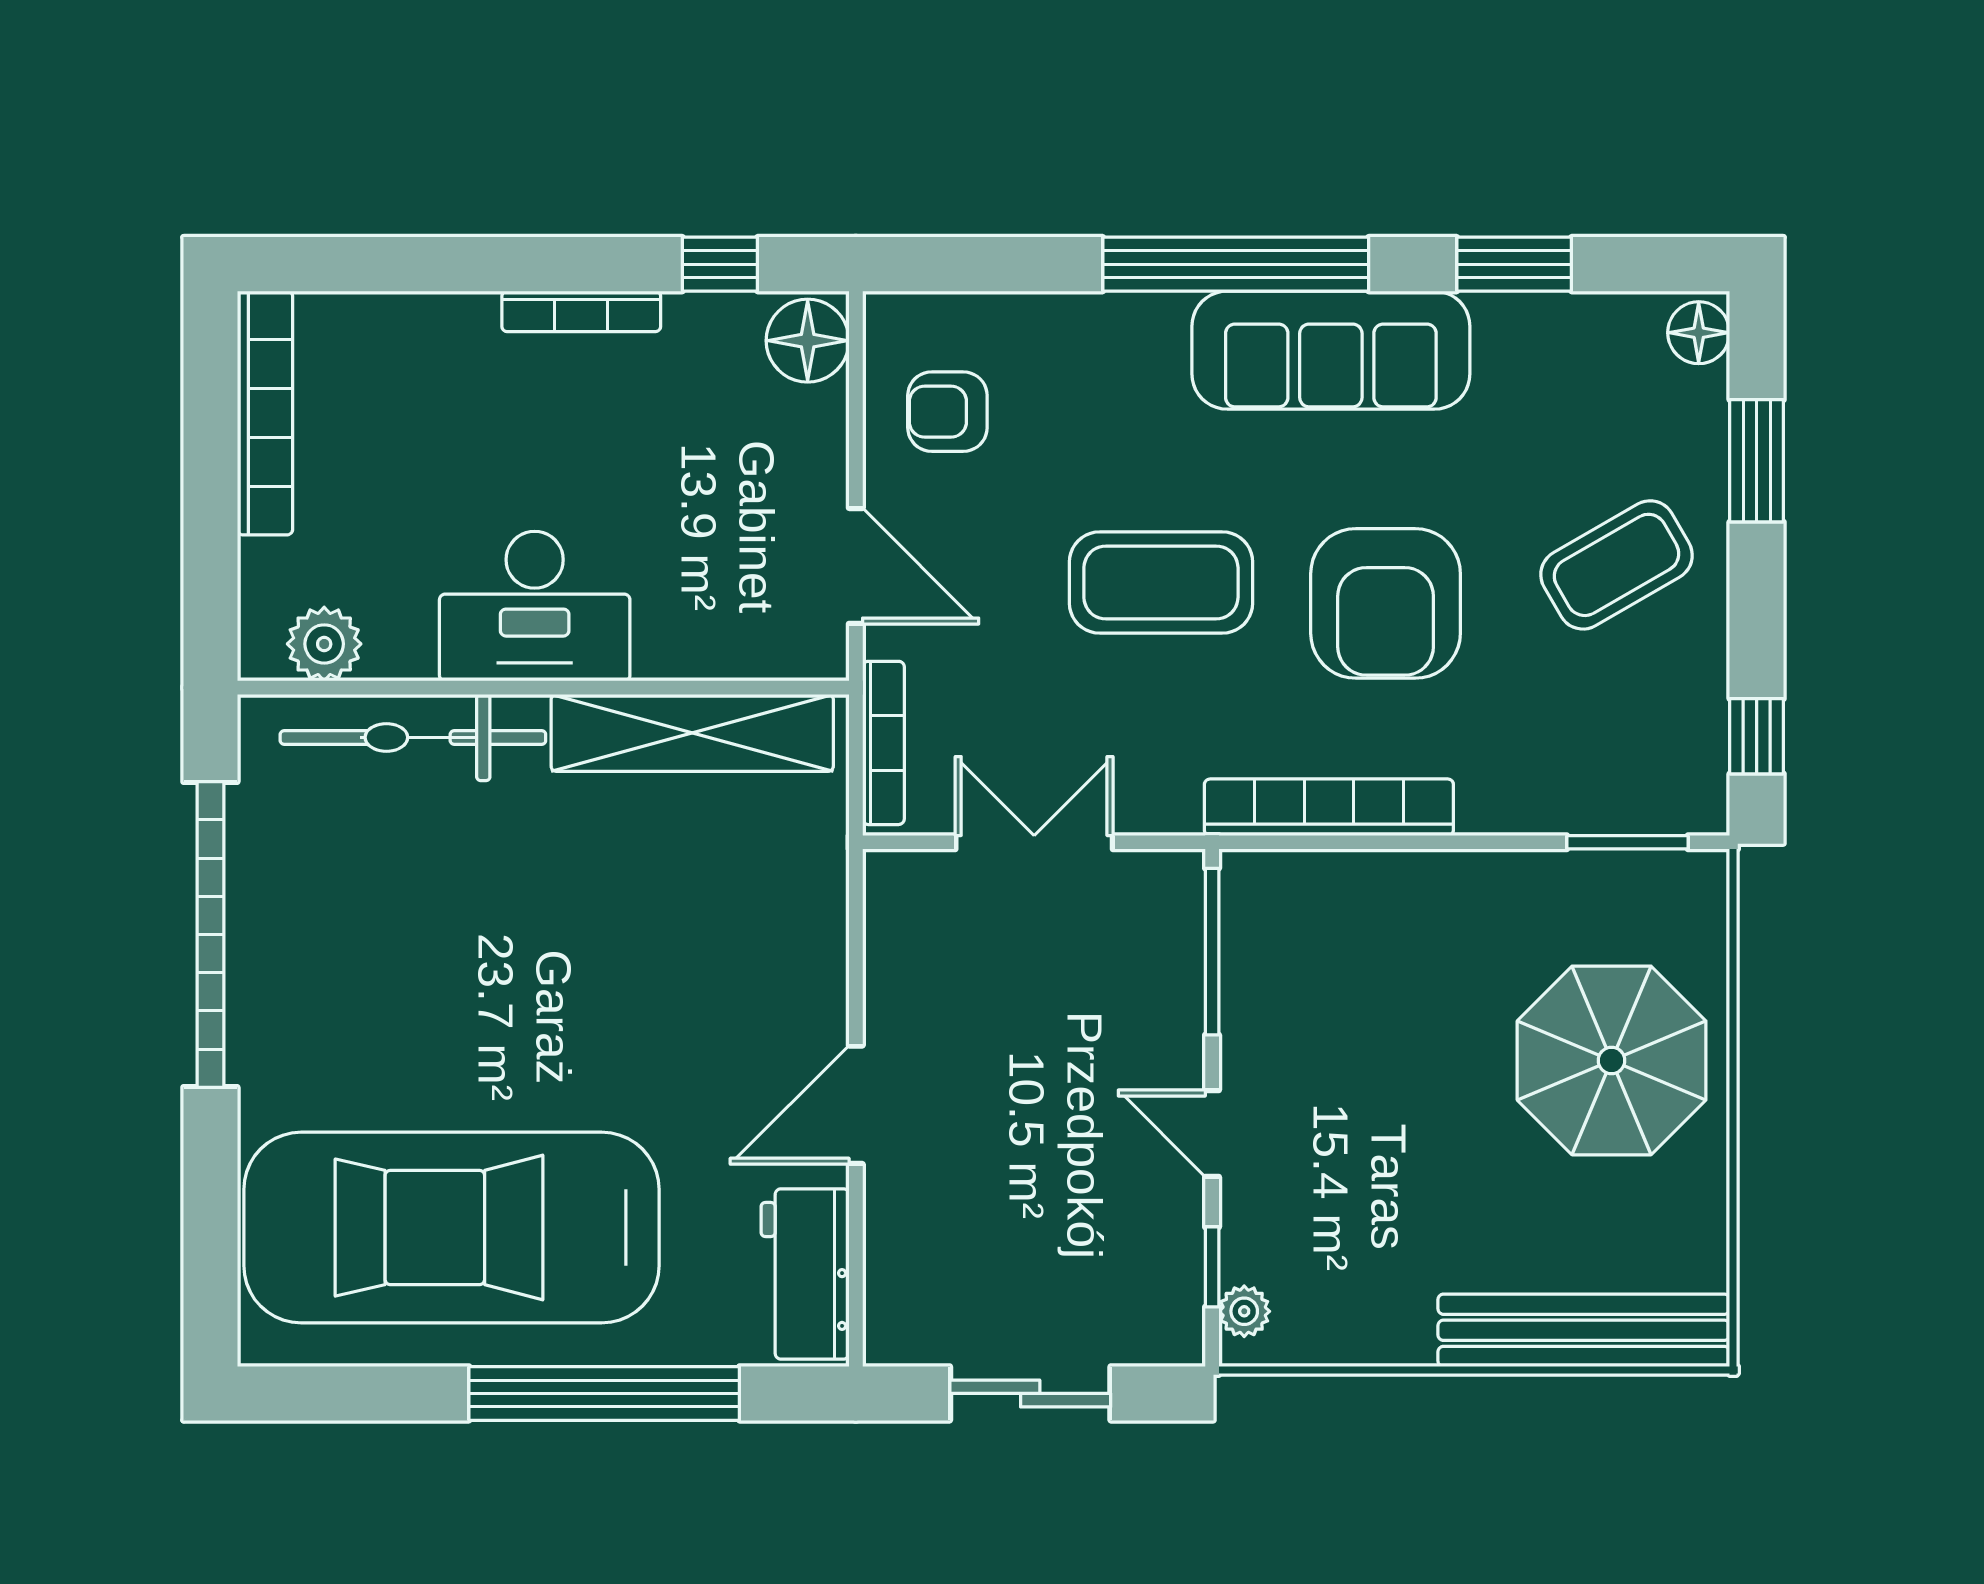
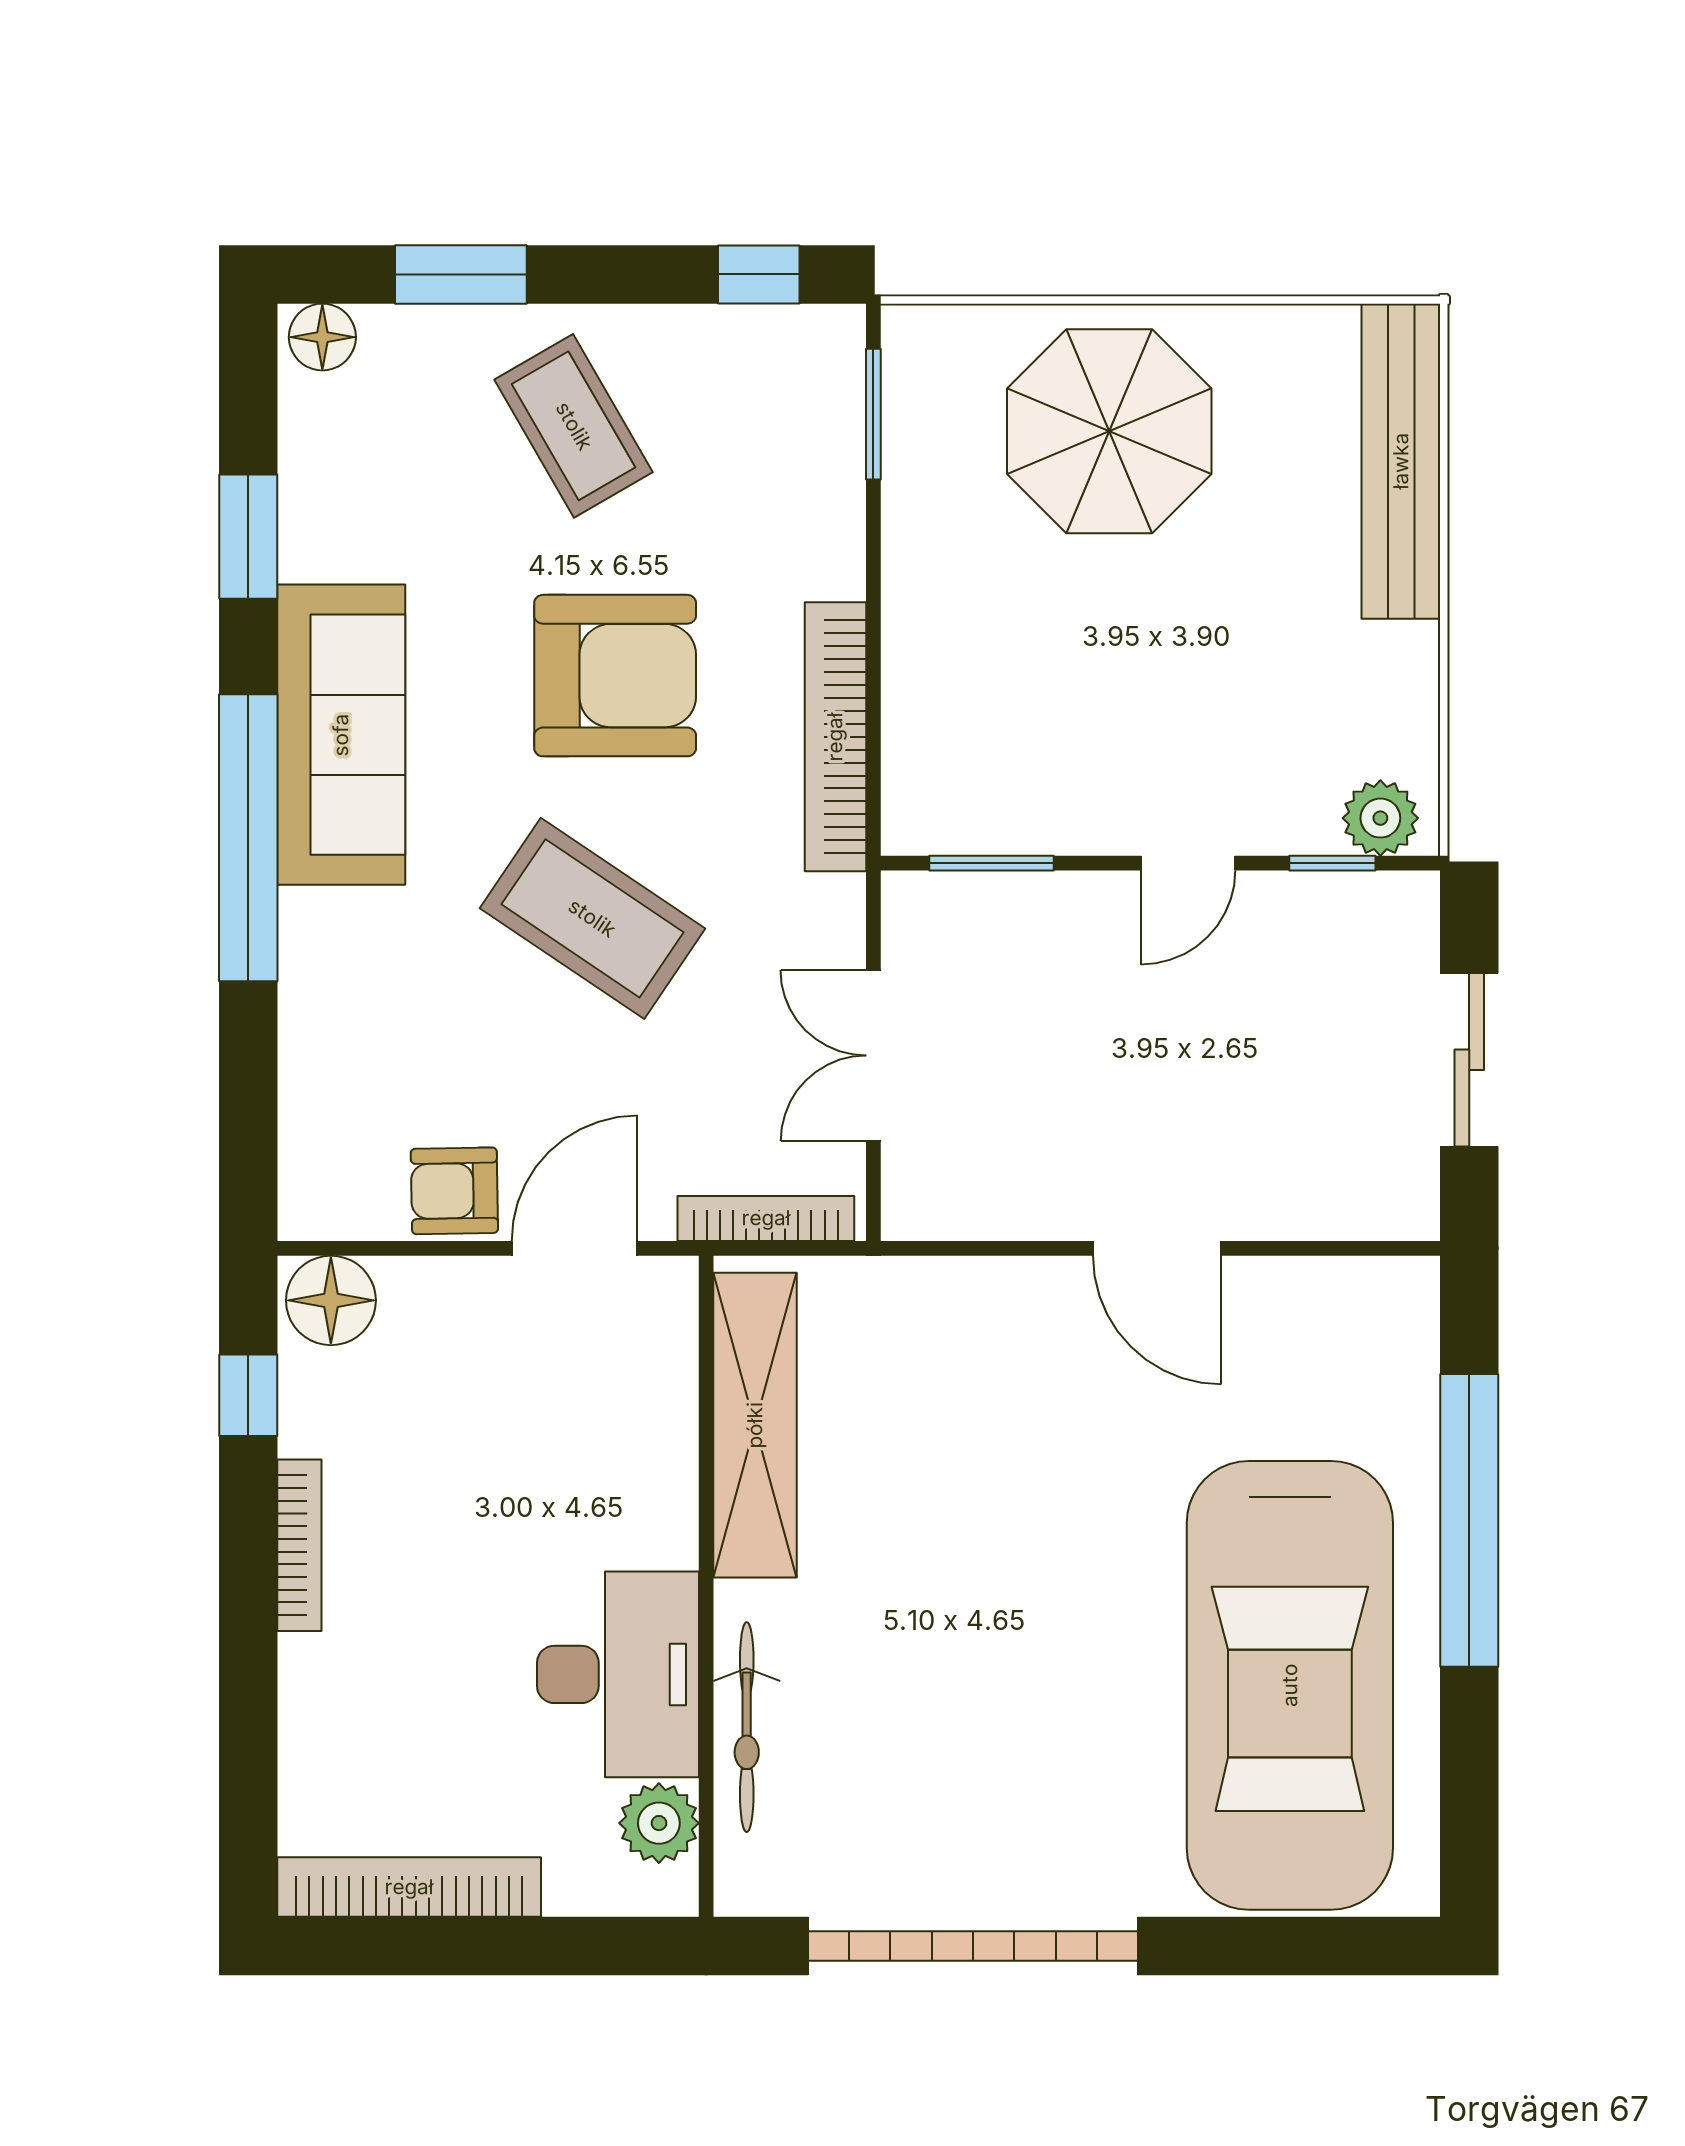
armchair: (947, 412) -> (454, 1191), moved, turned 89
coffee table: (1161, 583) -> (592, 918), turned -56
desk: (535, 606) -> (618, 1674), moved
bicycle: (413, 737) -> (747, 1727), width x0.73, depth x0.71
window: (1212, 952) -> (992, 863), width x0.69
workbench: (805, 1274) -> (1340, 1303), removed
plant: (1244, 1311) -> (1380, 818), width x1.38, depth x1.38

